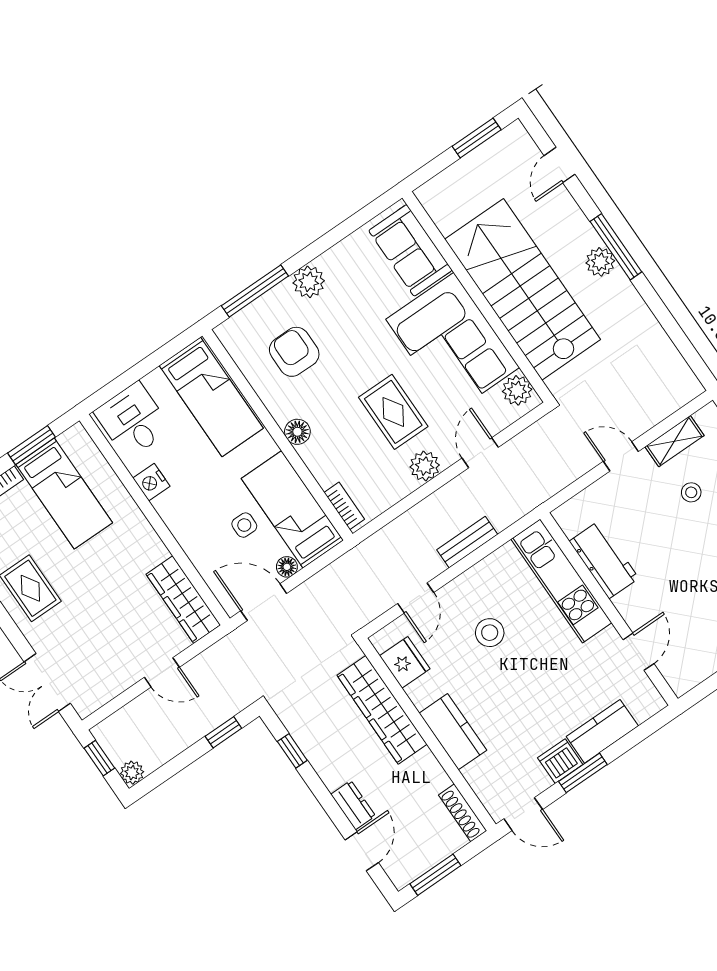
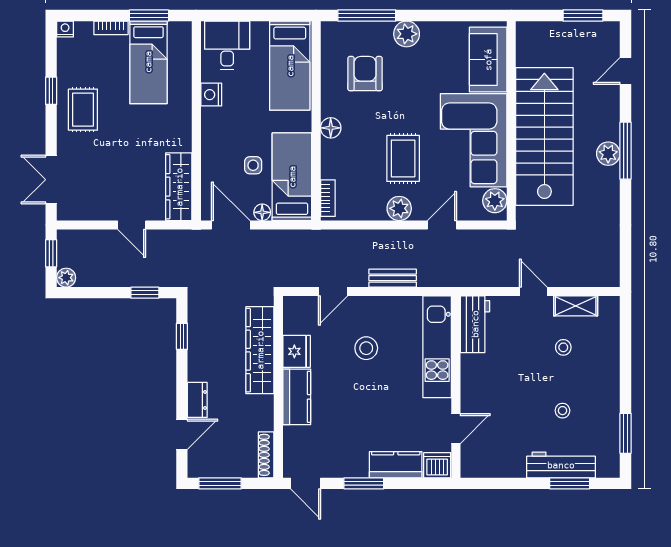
workbench: (604, 560) -> (475, 324), moved
fridge: (405, 662) -> (297, 351), moved
dishwasher: (560, 761) -> (437, 465), moved

